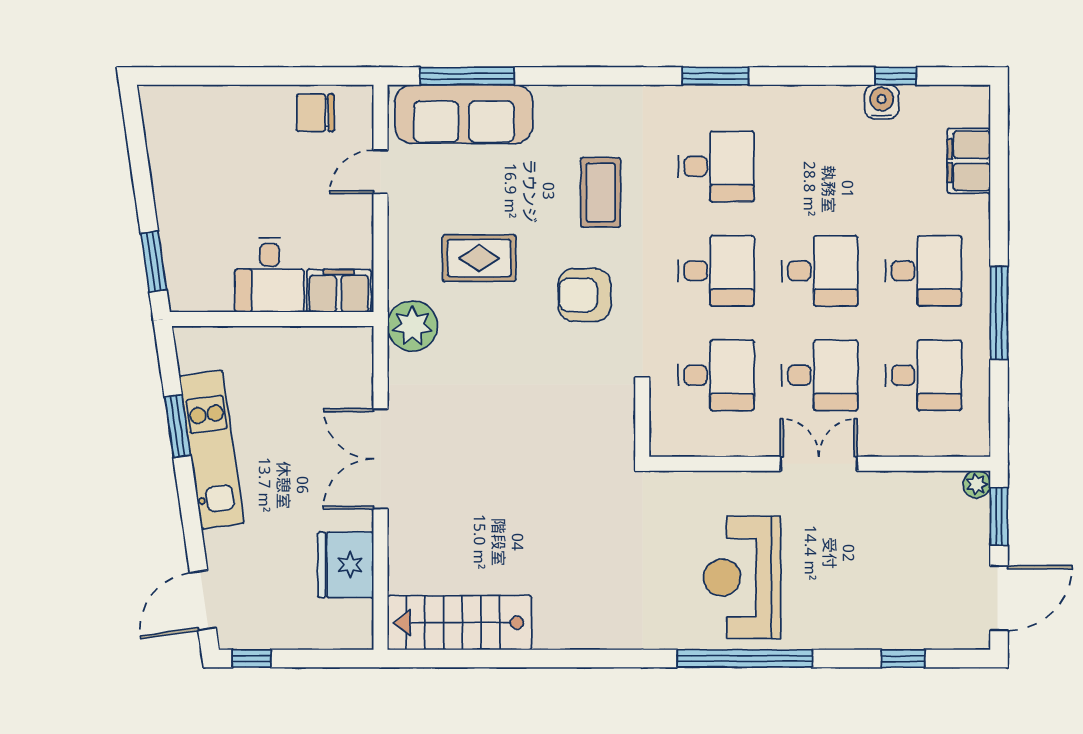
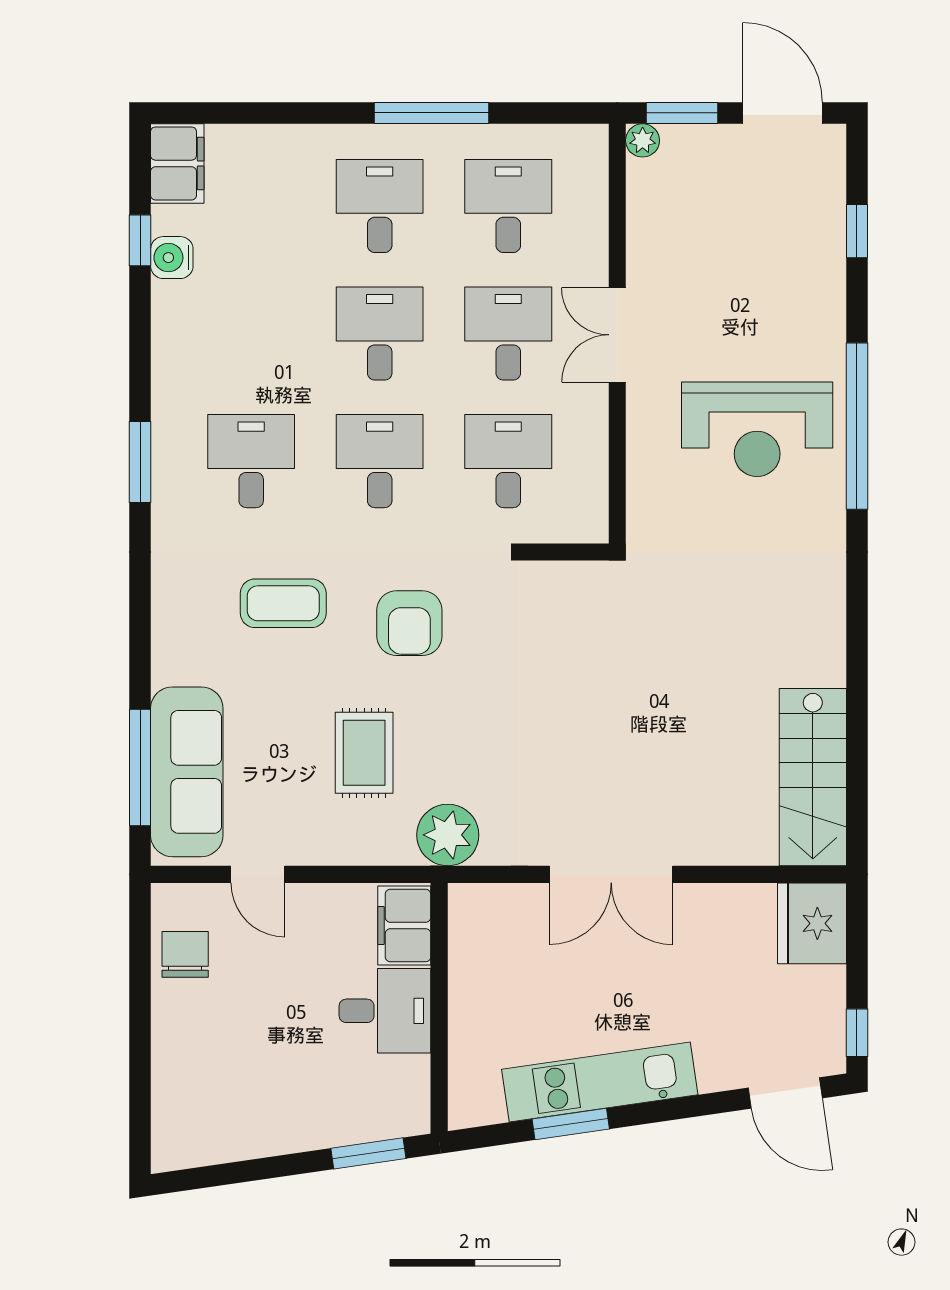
chair: (315, 113) -> (185, 954), turned 180
filing cabinet: (969, 161) -> (177, 163), moved, turned -90
fridge: (346, 565) -> (812, 923), moved, turned 90

